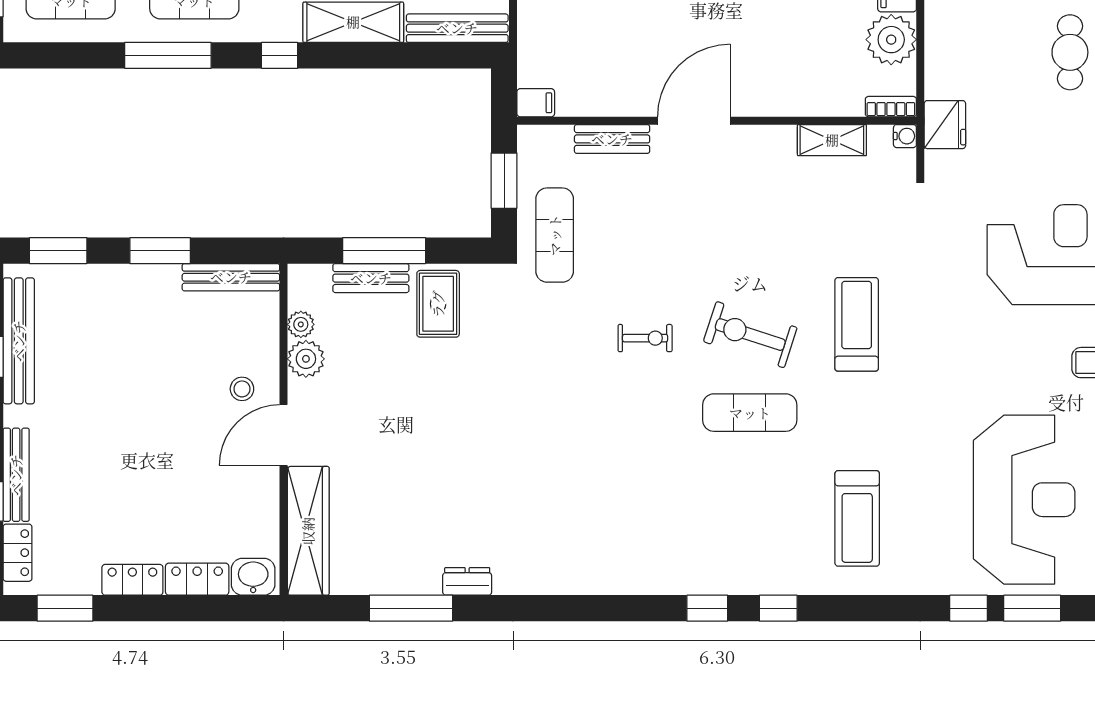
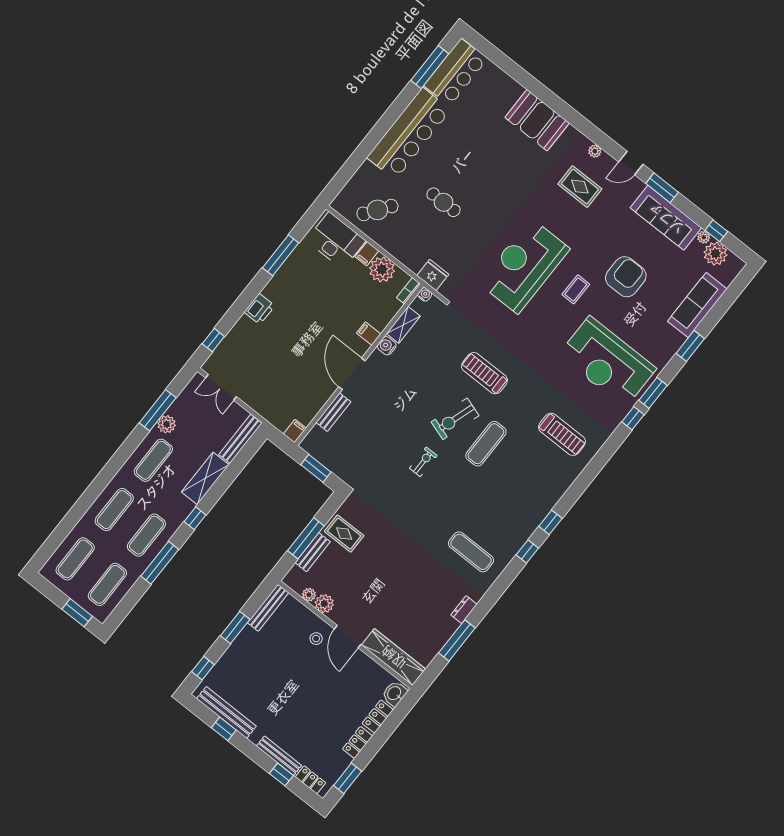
filing cabinet: (776, 97) -> (369, 334), added
water cooler: (779, 140) -> (387, 346), added
exercise mat: (555, 235) -> (471, 552), moved
window: (58, 251) -> (203, 668), width x0.67
reception desk: (1024, 500) -> (607, 362), turned 180
window: (778, 608) -> (527, 552), moved

